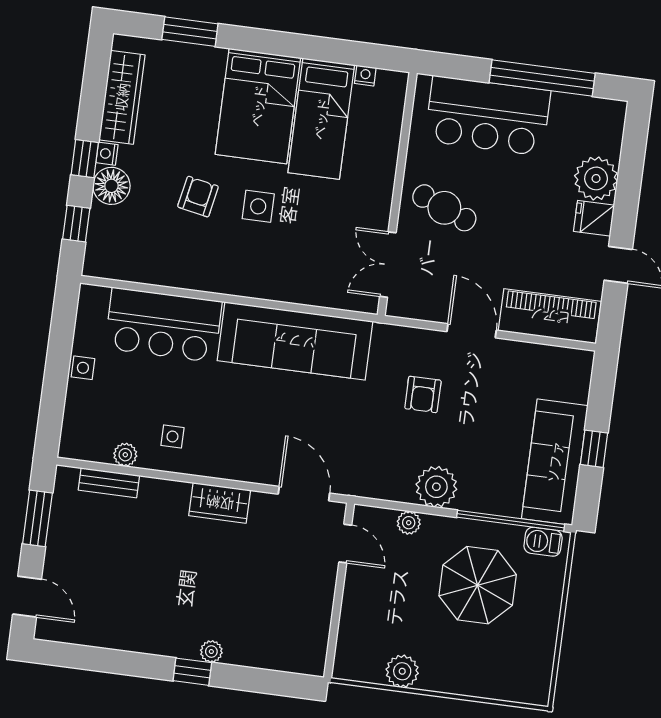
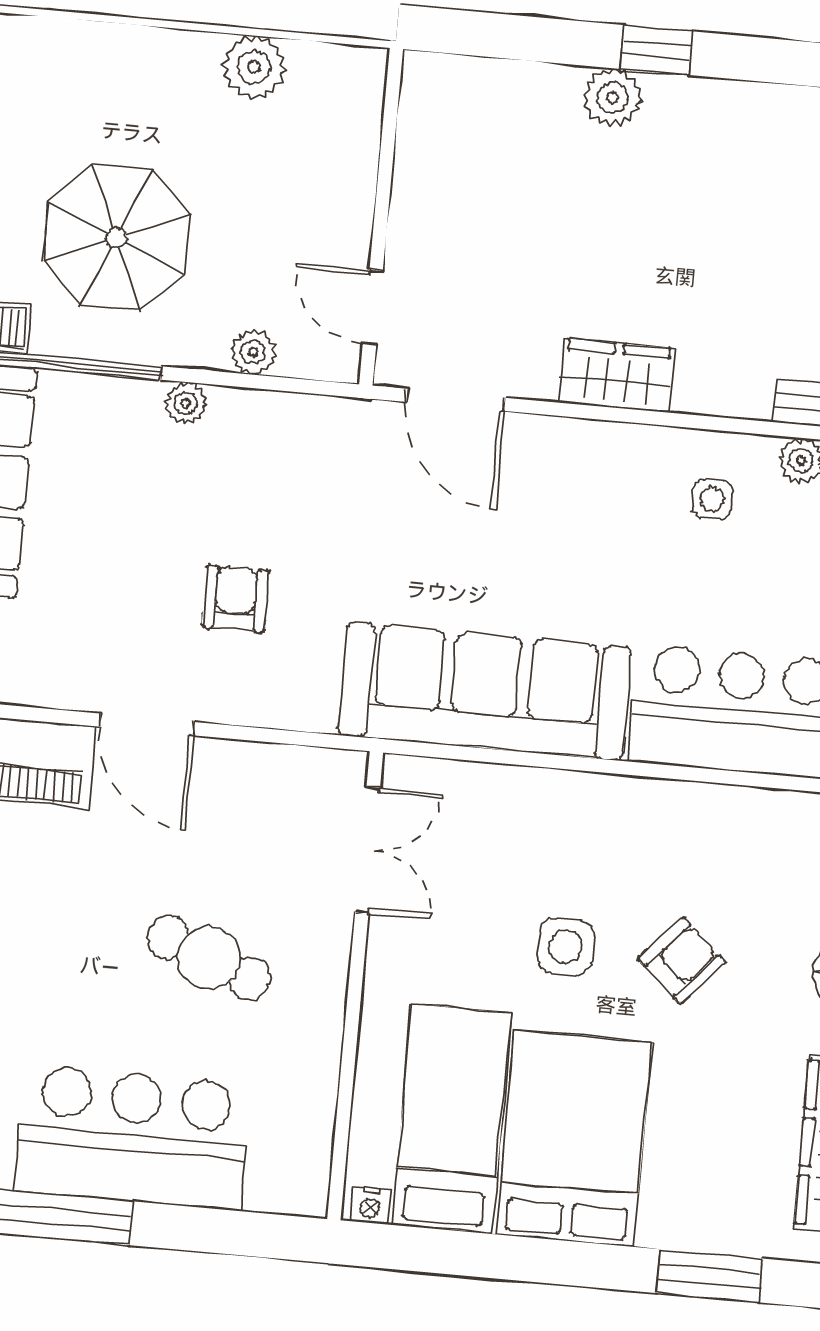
wall: (397, 194) -> (355, 986), moved
armchair: (198, 197) -> (682, 961), turned -149
double door: (388, 265) -> (368, 850), moved
plant: (436, 487) -> (186, 403), width x0.53, depth x0.53
plant: (211, 652) -> (612, 97), width x1.38, depth x1.38

